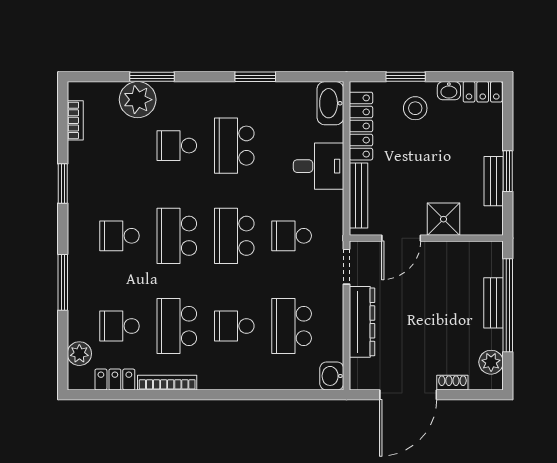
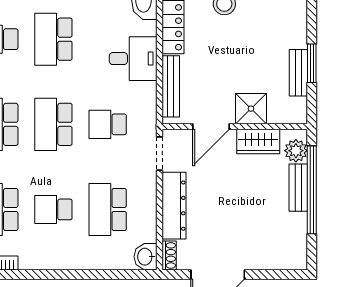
wardrobe: (451, 254) -> (258, 142), added
plant: (491, 362) -> (296, 151), moved
shoe rack: (452, 383) -> (169, 255), moved, turned 90

